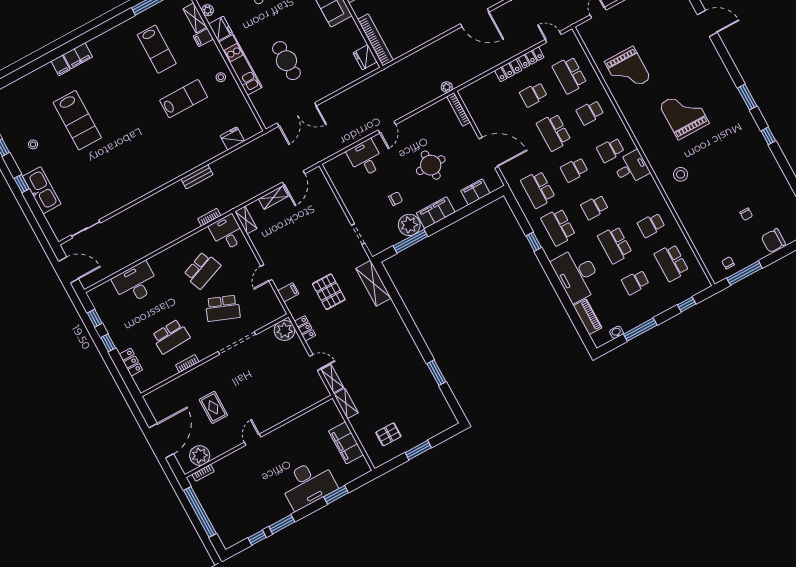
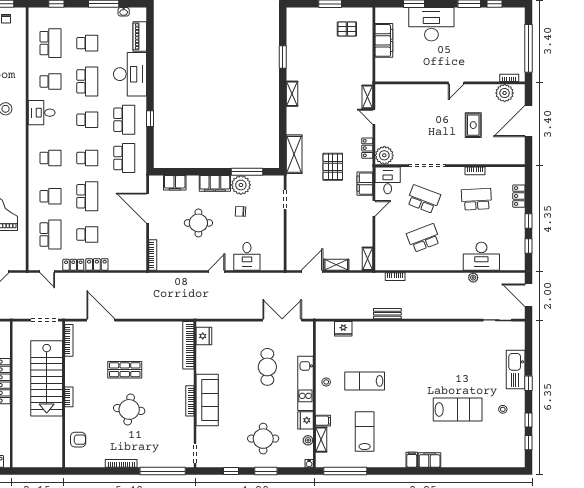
filing cabinet: (60, 65) -> (412, 460), moved
plant: (447, 87) -> (473, 278), moved
lab bench: (77, 120) -> (458, 410), turned 90
desk: (631, 168) -> (42, 113), moved
desk: (227, 233) -> (388, 180), moved, turned 180
filing cabinet: (288, 292) -> (365, 184), width x2.00
shelving: (346, 403) -> (292, 94), moved

